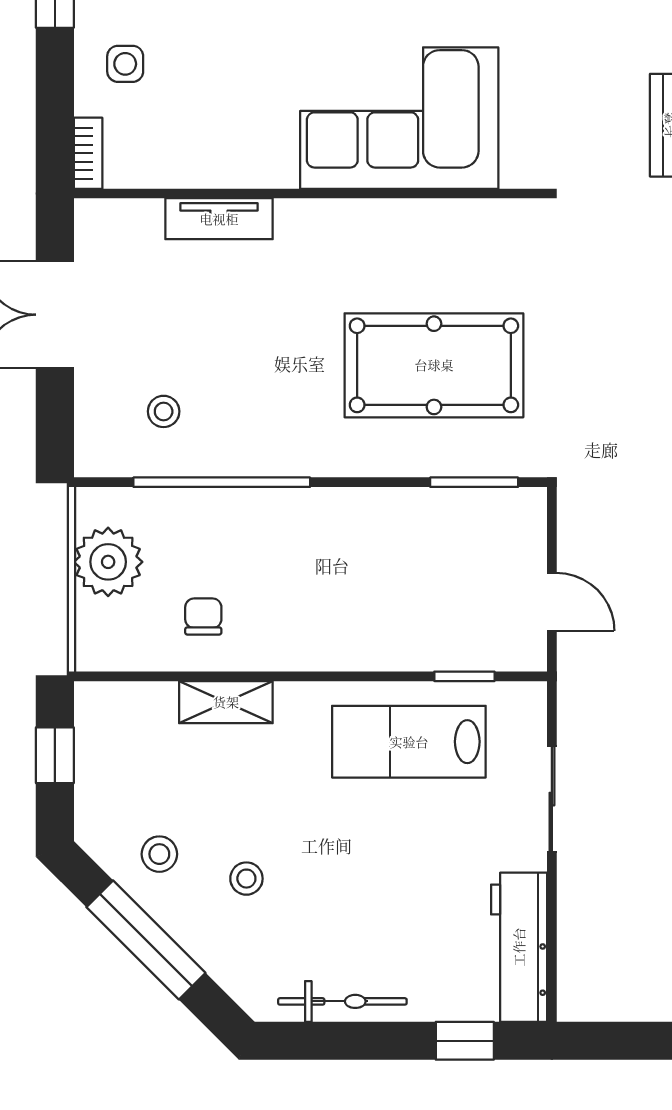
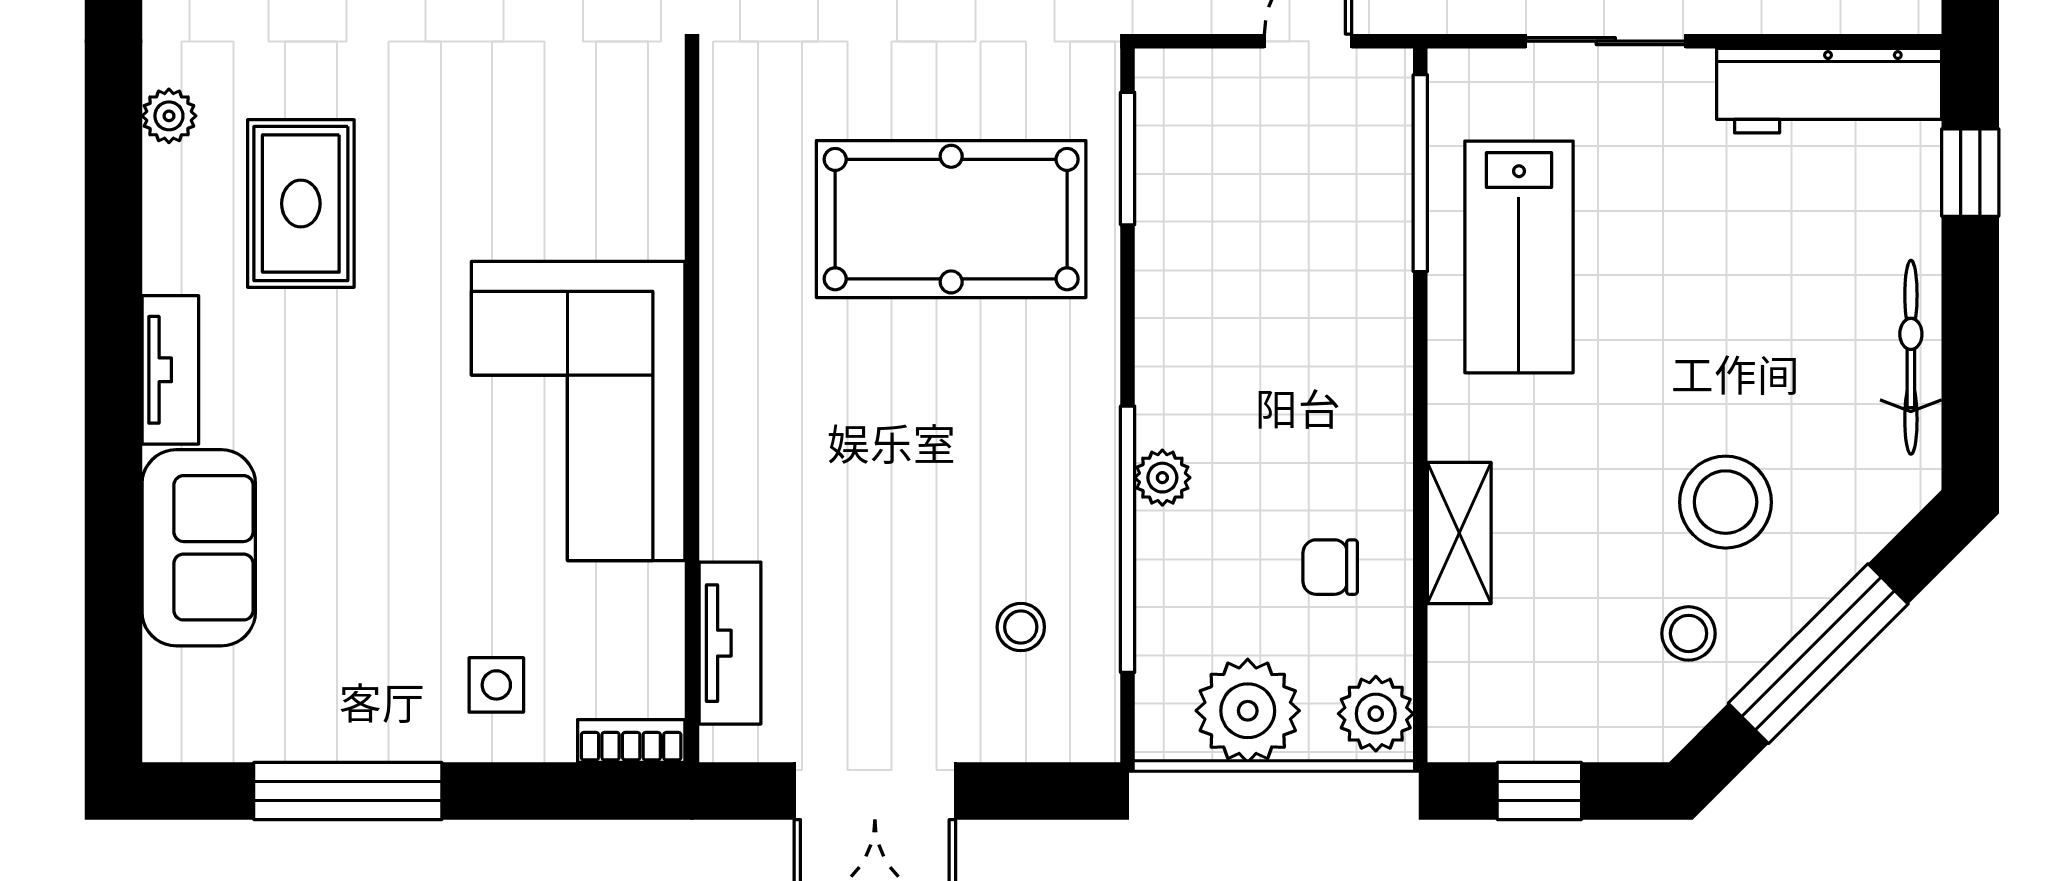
corner sofa: (399, 118) -> (578, 411), moved
tv unit: (219, 219) -> (730, 643), moved
pool table: (434, 365) -> (951, 219), turned 90
plant: (263, 505) -> (1162, 478), added
plant: (106, 647) -> (1376, 714), added
window: (464, 676) -> (1420, 173), width x2.17
stool: (246, 879) -> (1726, 502), width x1.89, depth x1.89

